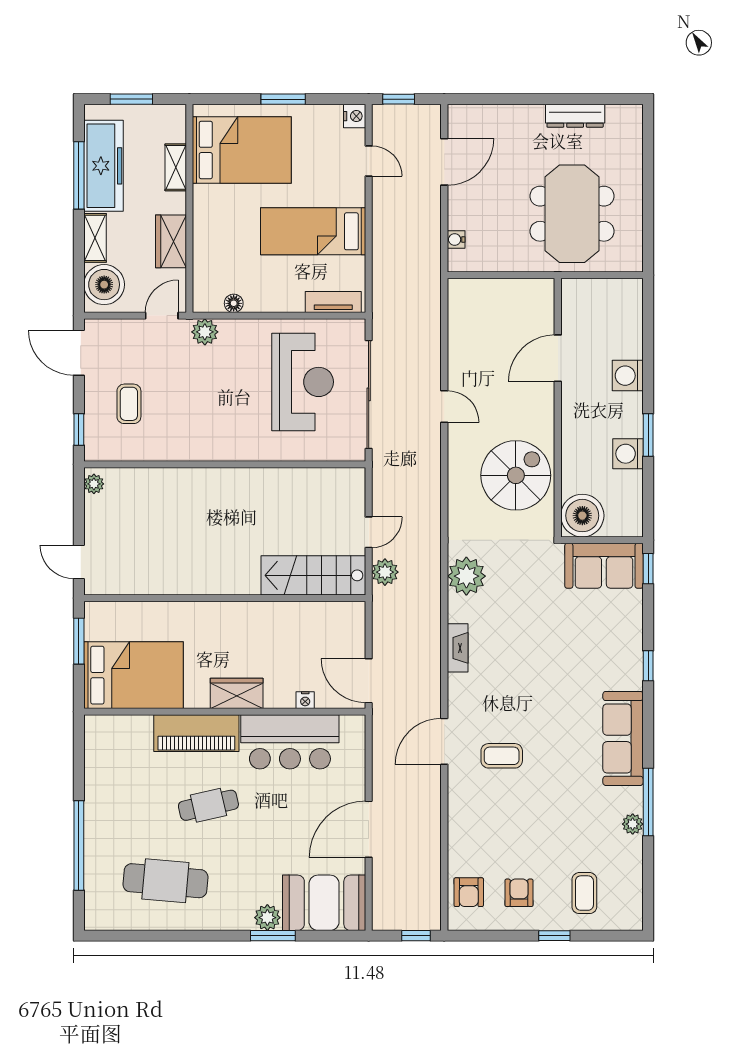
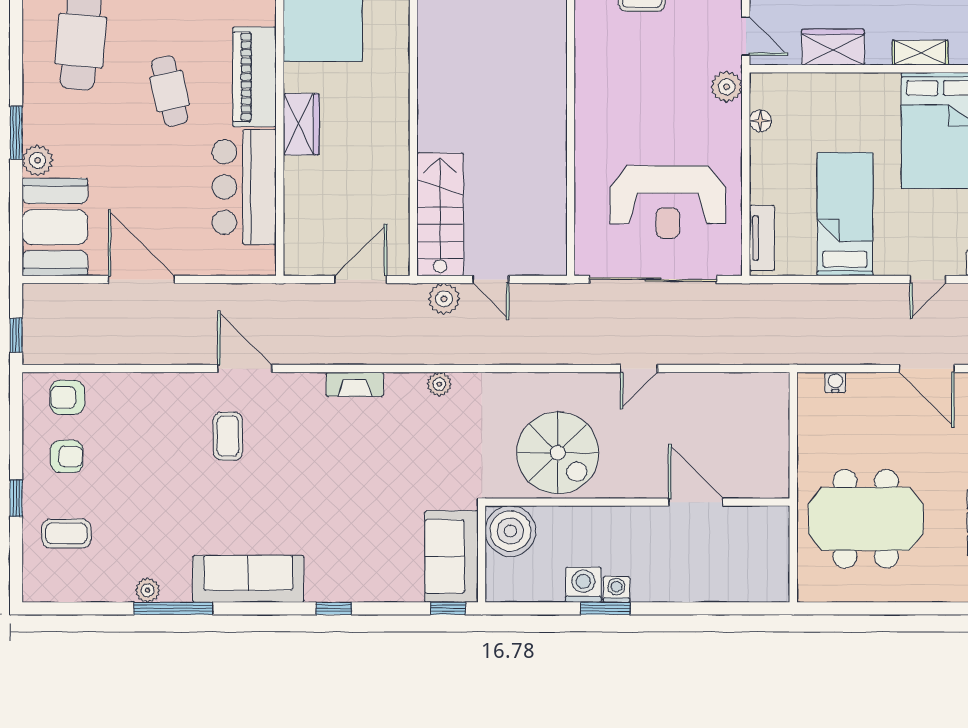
washing machine: (628, 376) -> (616, 589), moved, width x0.73, depth x0.73
plant: (466, 576) -> (439, 384), width x0.53, depth x0.53
door: (369, 681) -> (361, 279), moved
nightstand: (305, 700) -> (293, 205), removed
window: (273, 936) -> (16, 133), moved

